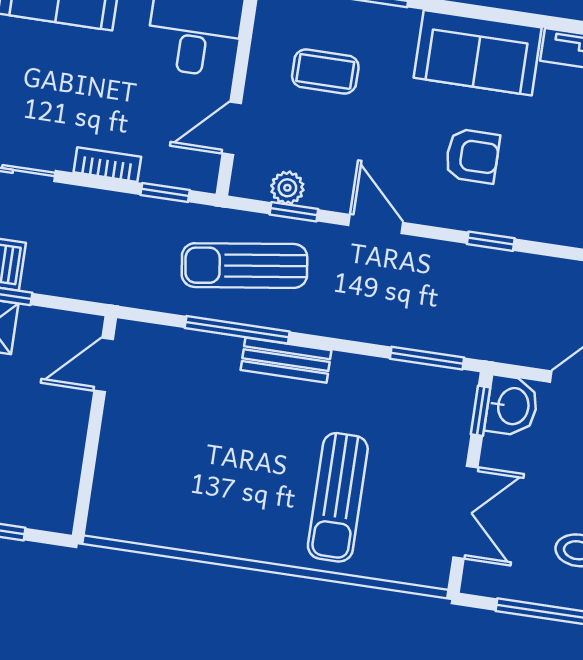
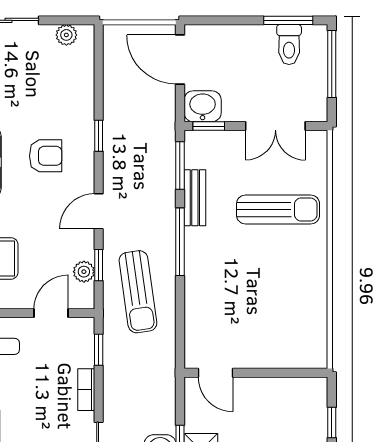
door: (232, 128) -> (51, 313), swing flipped
armchair: (472, 156) -> (46, 156), turned 90
window: (237, 330) -> (180, 242), moved
bench: (286, 360) -> (195, 198), moved
double door: (465, 512) -> (275, 126), swing flipped

